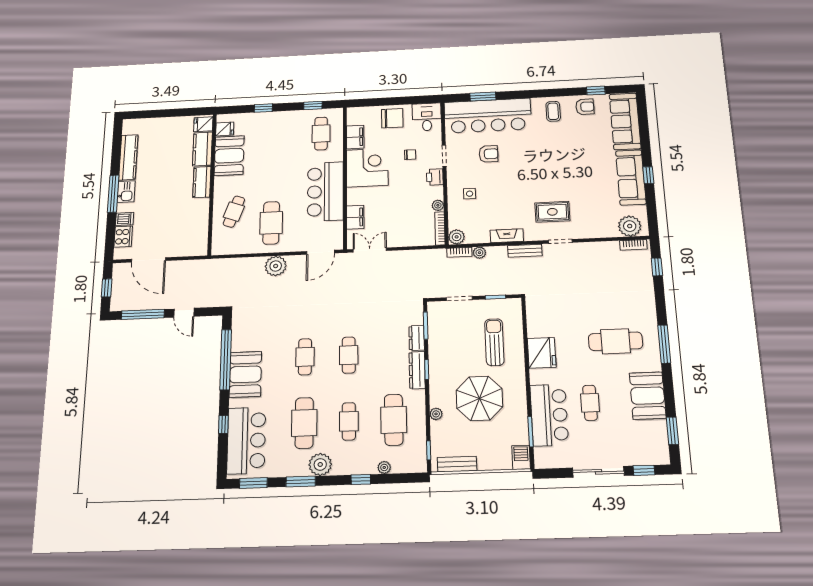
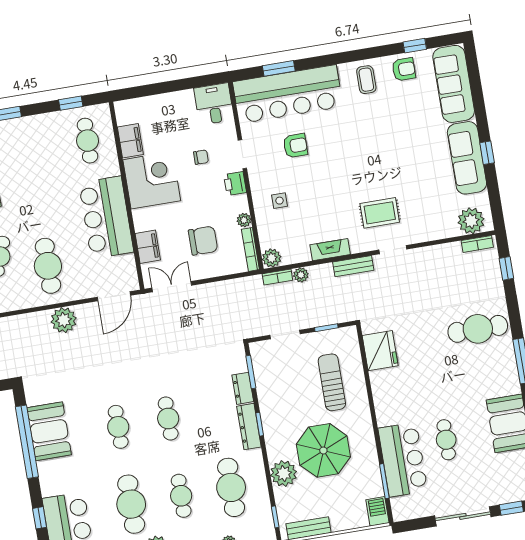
chair: (392, 118) -> (203, 241), moved
cafe table: (616, 341) -> (478, 329), moved
fridge: (542, 353) -> (380, 351), moved
booth: (245, 374) -> (49, 431), moved
plant: (436, 414) -> (284, 474), width x1.88, depth x1.88

